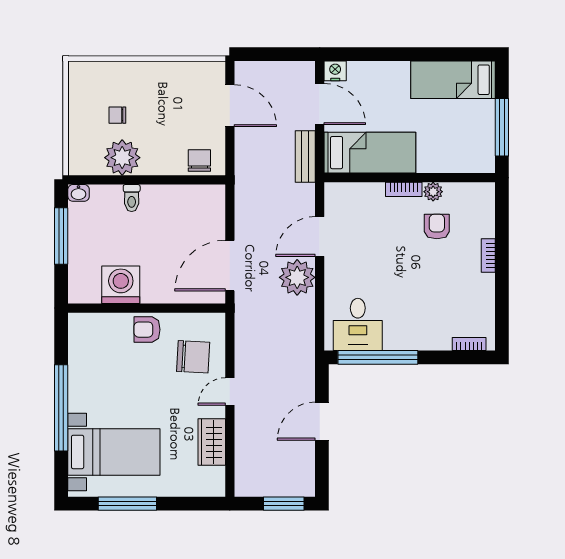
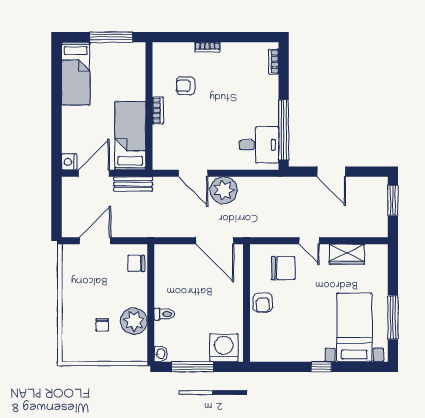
plant: (433, 192) -> (160, 88), removed
washing machine: (121, 285) -> (224, 348), moved, turned 90
chair: (193, 357) -> (283, 268), turned 87
window: (61, 408) -> (321, 367), width x0.32

